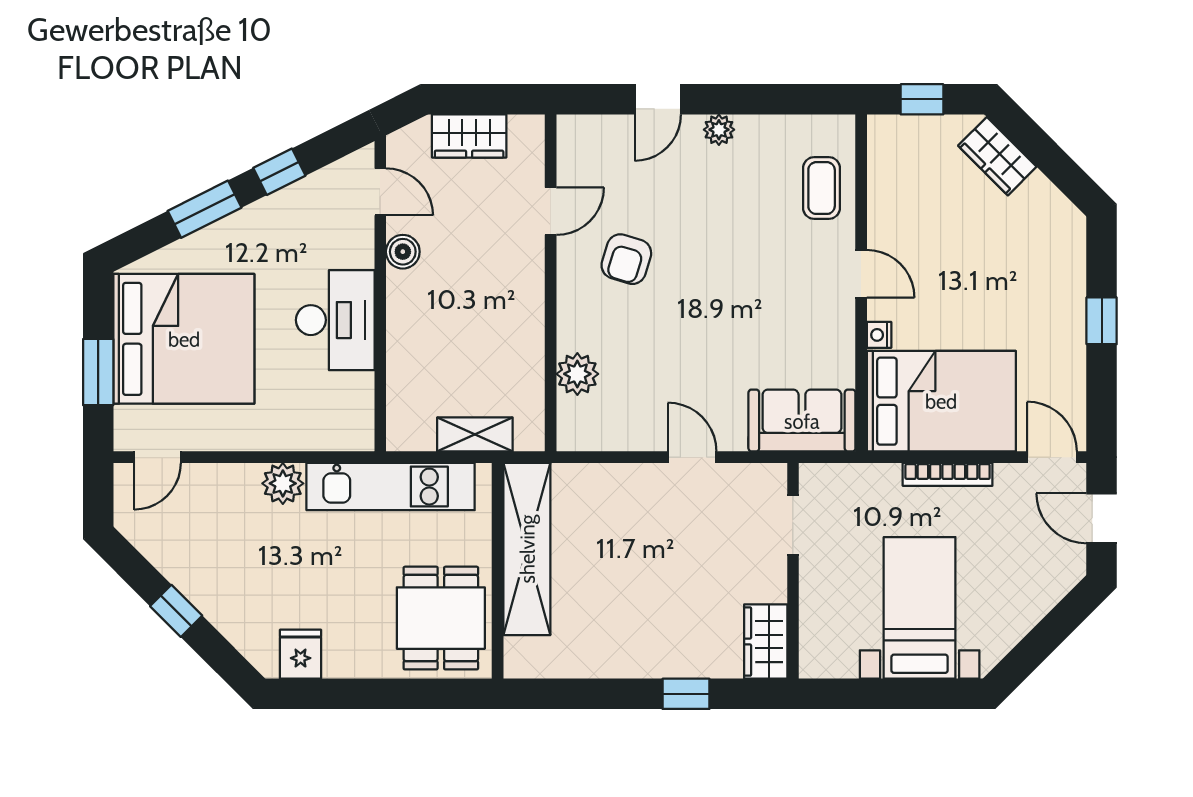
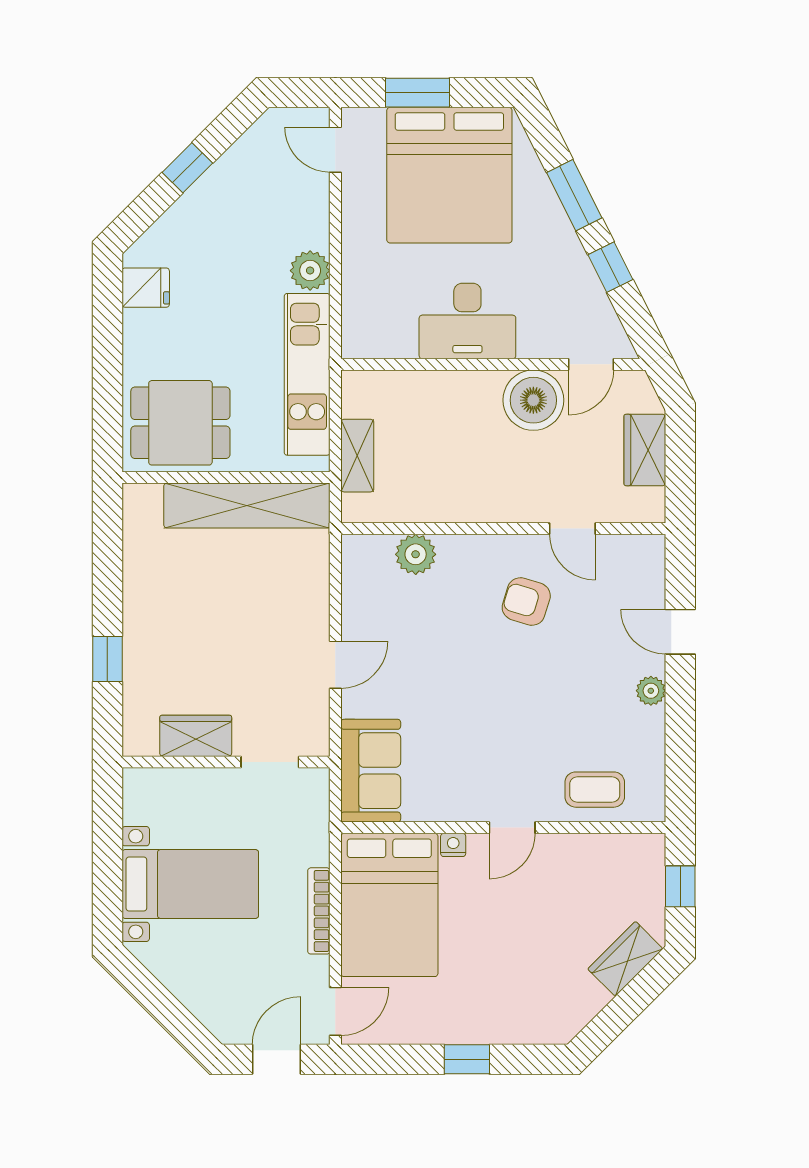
boiler: (403, 252) -> (533, 400), width x1.86, depth x1.86
wardrobe: (766, 642) -> (196, 736), moved

